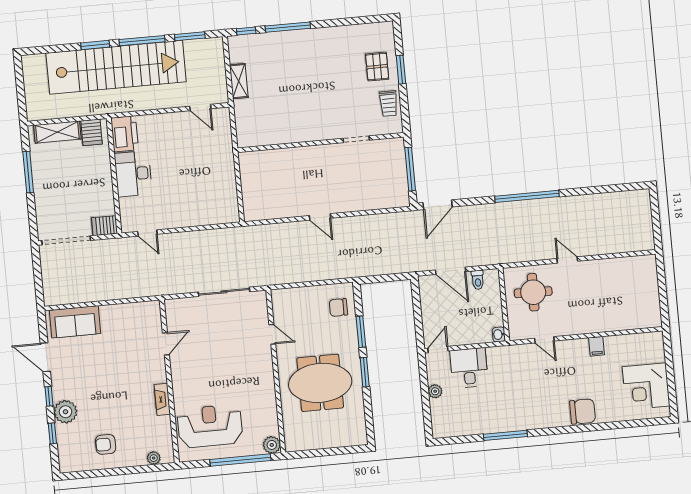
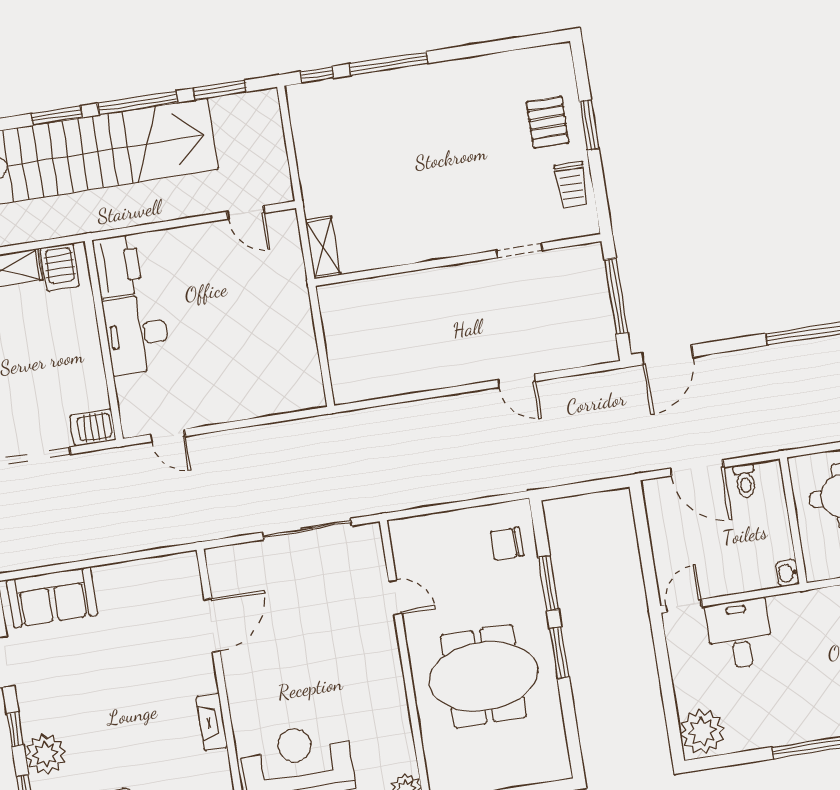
shelving: (239, 81) -> (323, 248), moved
door: (320, 217) -> (517, 381), moved
door: (166, 344) -> (212, 625), width x1.38
plant: (435, 391) -> (703, 731), moved, width x1.87, depth x1.87

